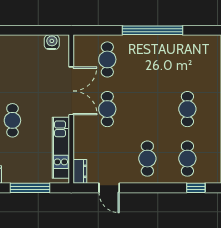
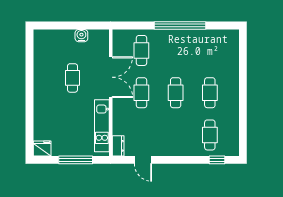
water cooler: (52, 42) -> (81, 36), moved
cafe table: (12, 120) -> (72, 78), moved
cafe table: (147, 159) -> (176, 93), moved

